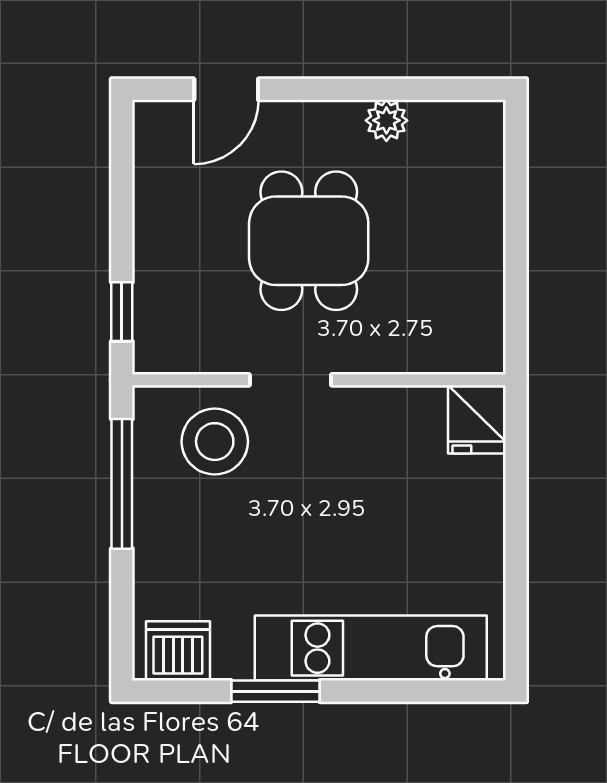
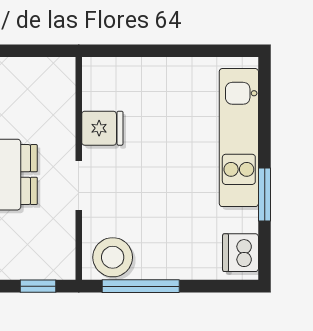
fridge: (477, 419) -> (102, 128), moved
stool: (215, 442) -> (113, 257), moved

